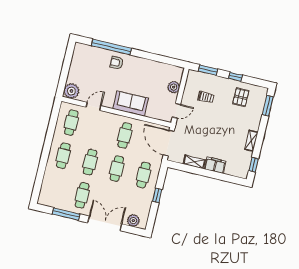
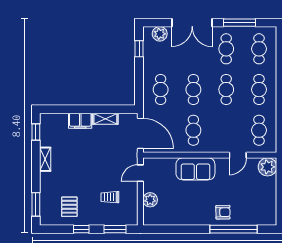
cafe table: (55, 189) -> (259, 49), added
window: (157, 195) -> (139, 49), moved

